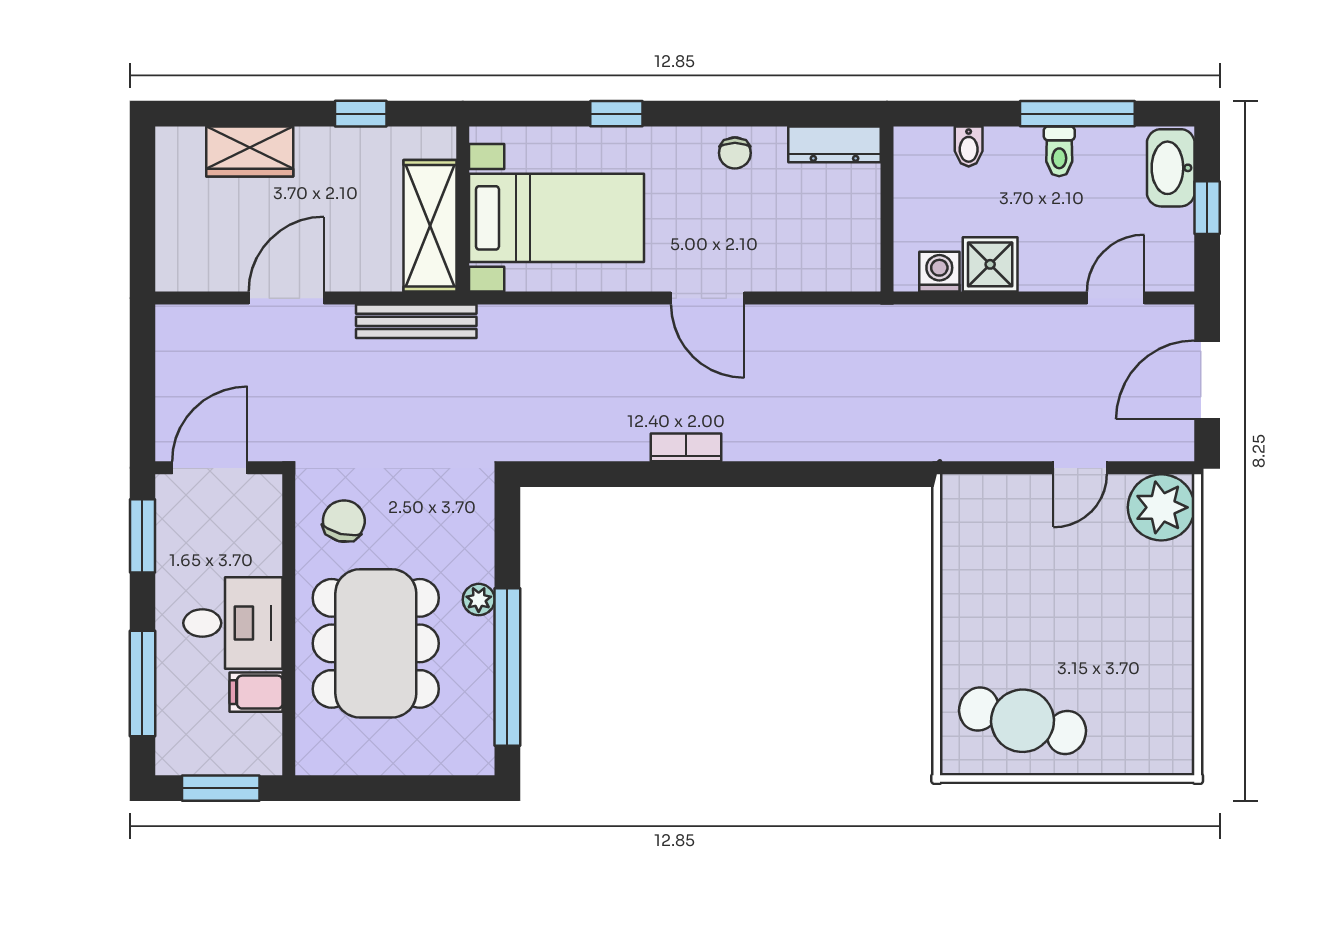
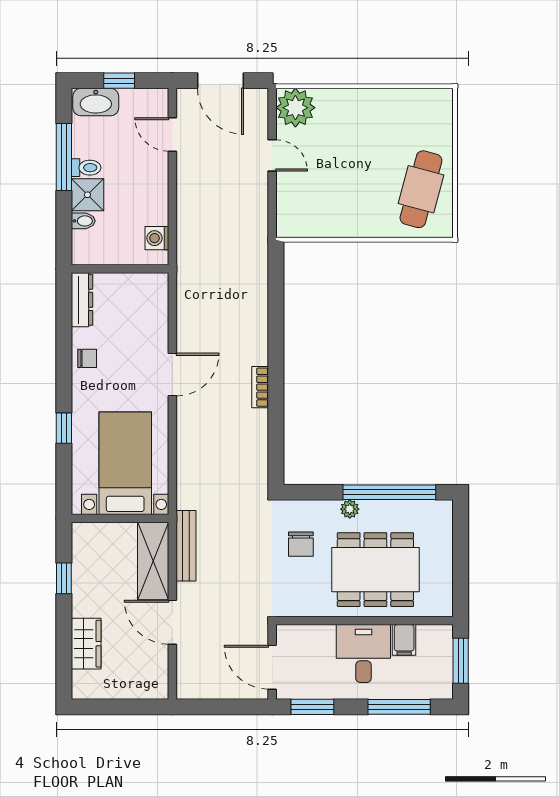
shelving: (430, 226) -> (153, 561), moved, turned 90
shower: (990, 264) -> (87, 195), moved
chair: (344, 521) -> (301, 544), moved, turned -104

